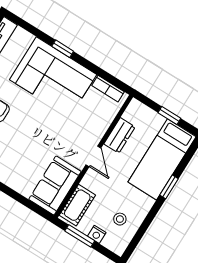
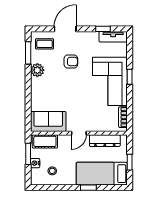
dresser: (119, 135) -> (105, 141), width x1.44

